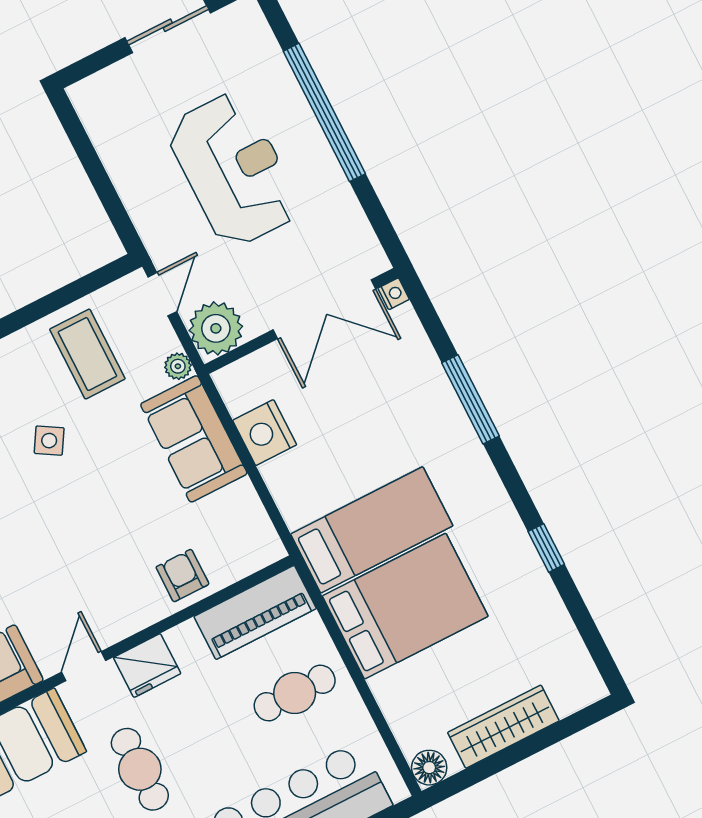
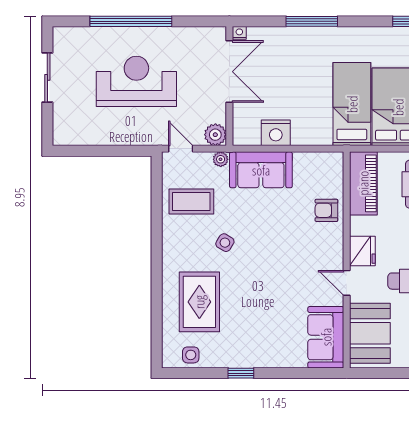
plant: (216, 328) -> (215, 135), width x0.73, depth x0.73

